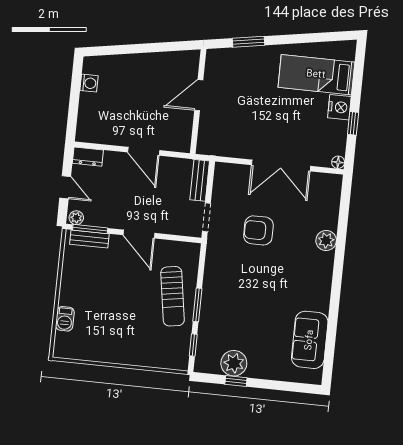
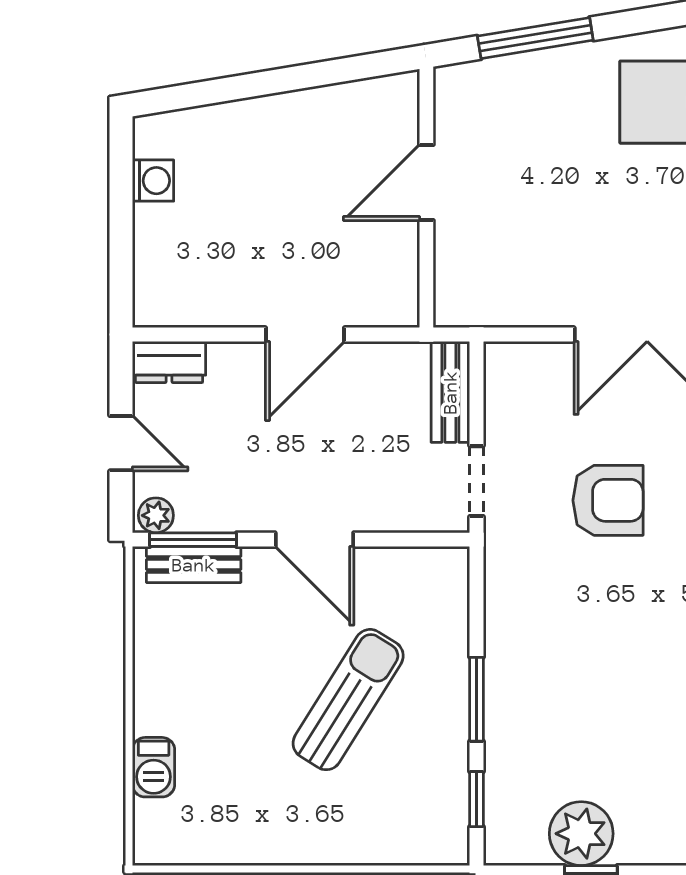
window: (248, 42) -> (535, 38), width x1.44
door: (144, 151) -> (305, 335), hinge flipped
armchair: (258, 230) -> (608, 500), turned 180
sun lounger: (173, 296) -> (348, 700), moved, turned -139

